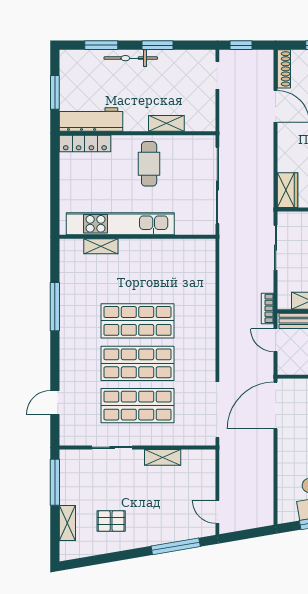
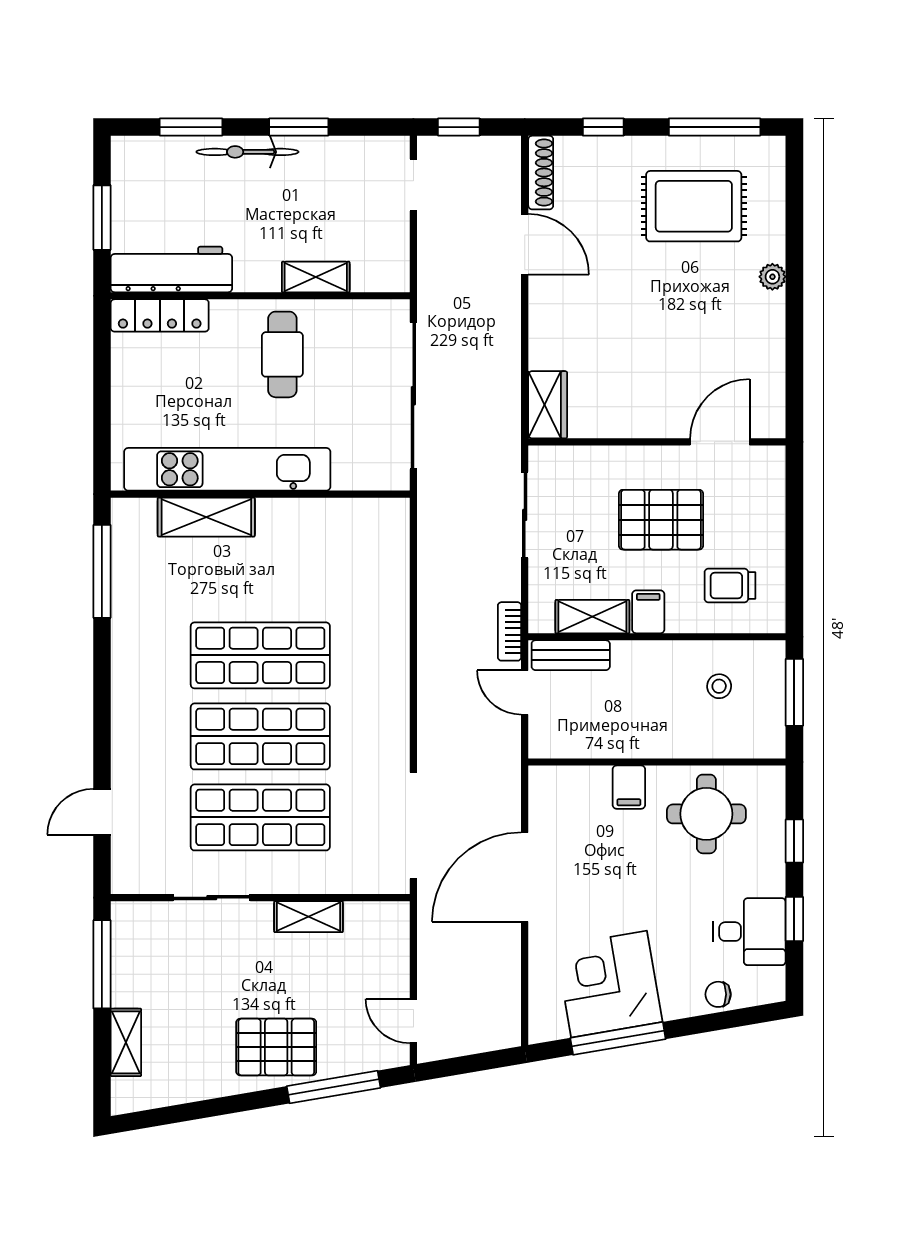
shelving: (101, 246) -> (206, 517), width x1.50, depth x1.33
window: (55, 307) -> (102, 571), moved
door: (276, 405) -> (525, 877), moved
pallet: (111, 521) -> (276, 1047), moved, width x1.50, depth x1.42

